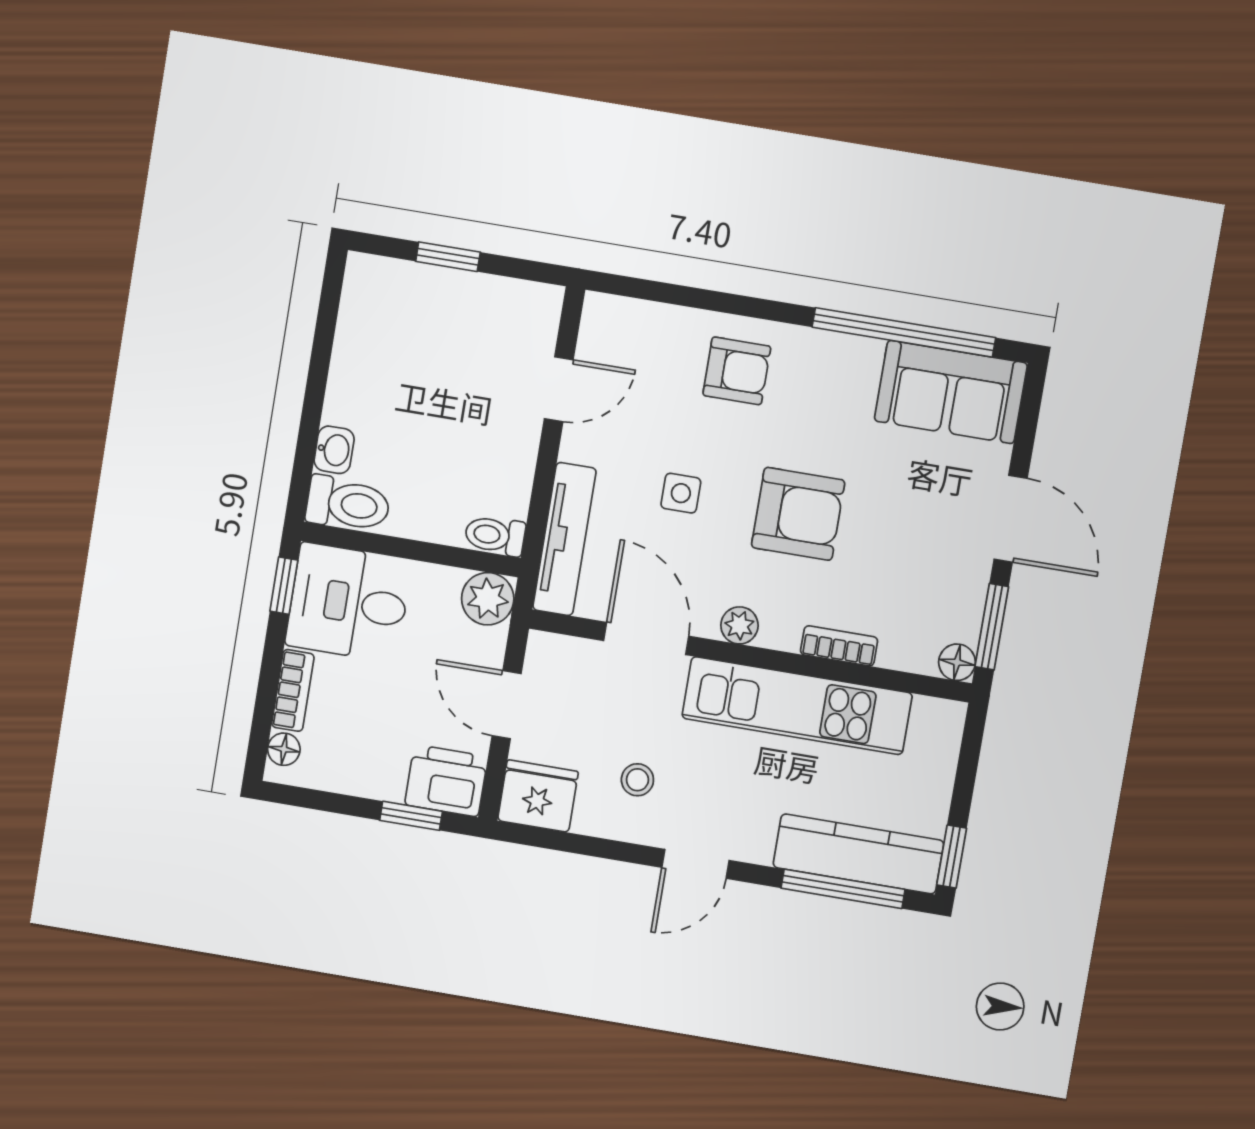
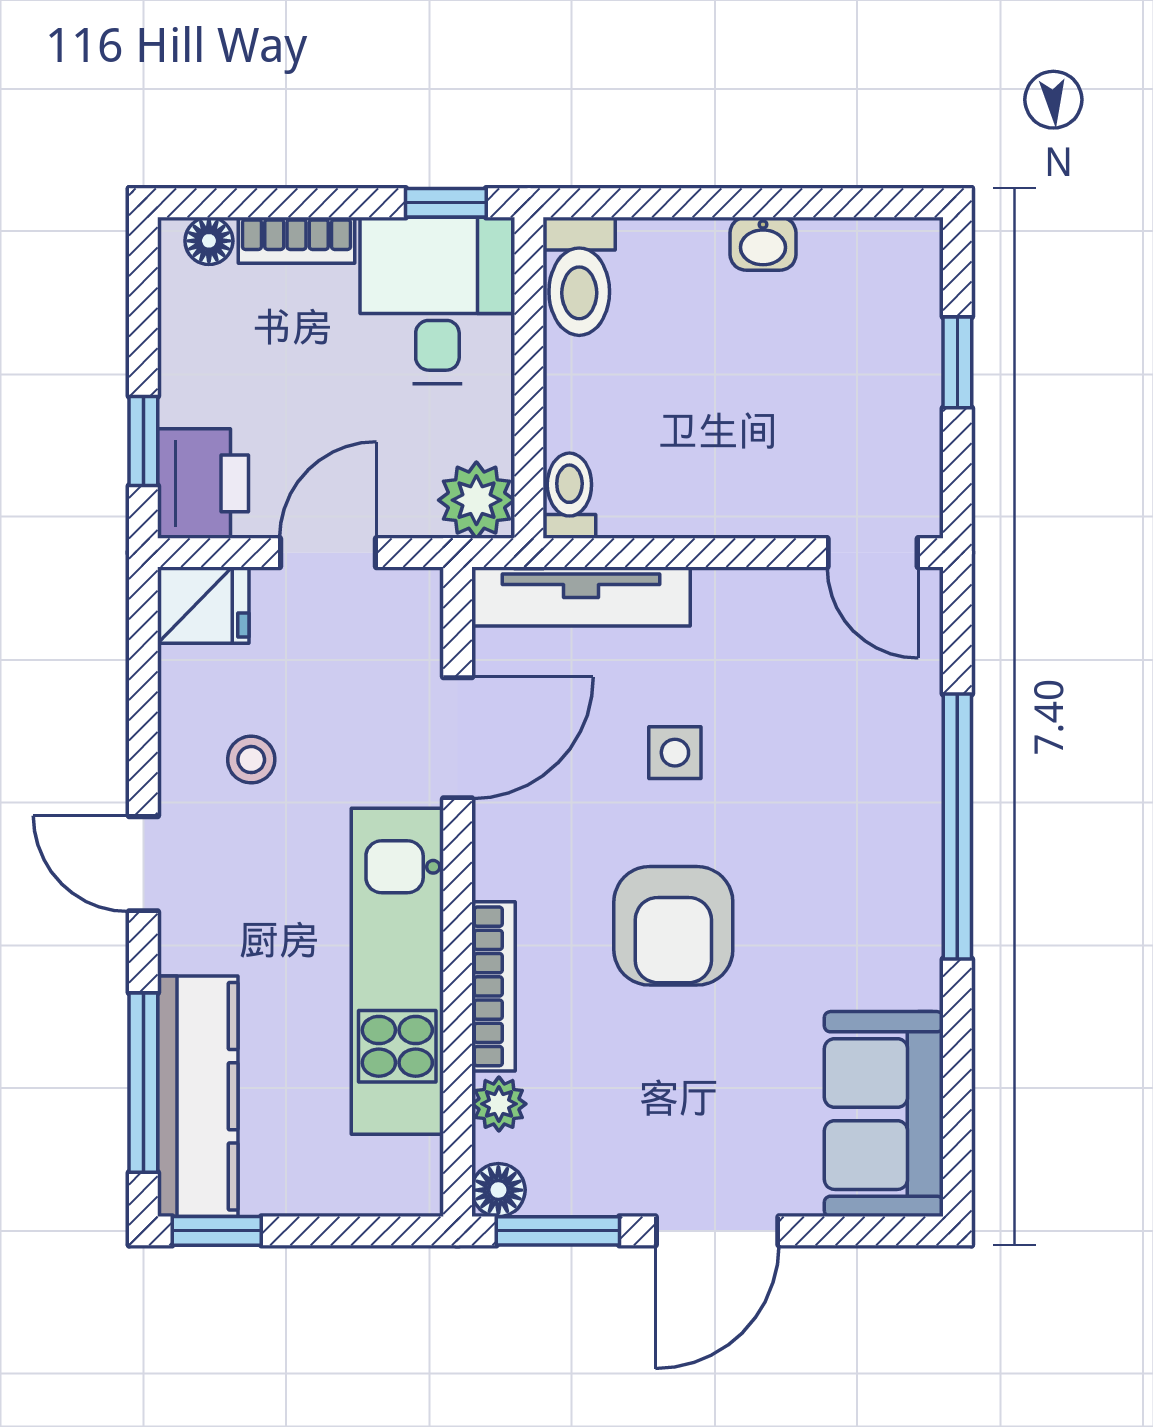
window: (904, 332) -> (957, 826), moved
armchair: (737, 371) -> (863, 803), removed
door: (559, 389) -> (873, 553), moved
washbasin: (334, 450) -> (763, 244), moved
plant: (739, 625) -> (499, 1104), moved
bookcase: (839, 646) -> (494, 986), width x1.56
fridge: (538, 796) -> (203, 605), width x0.72

